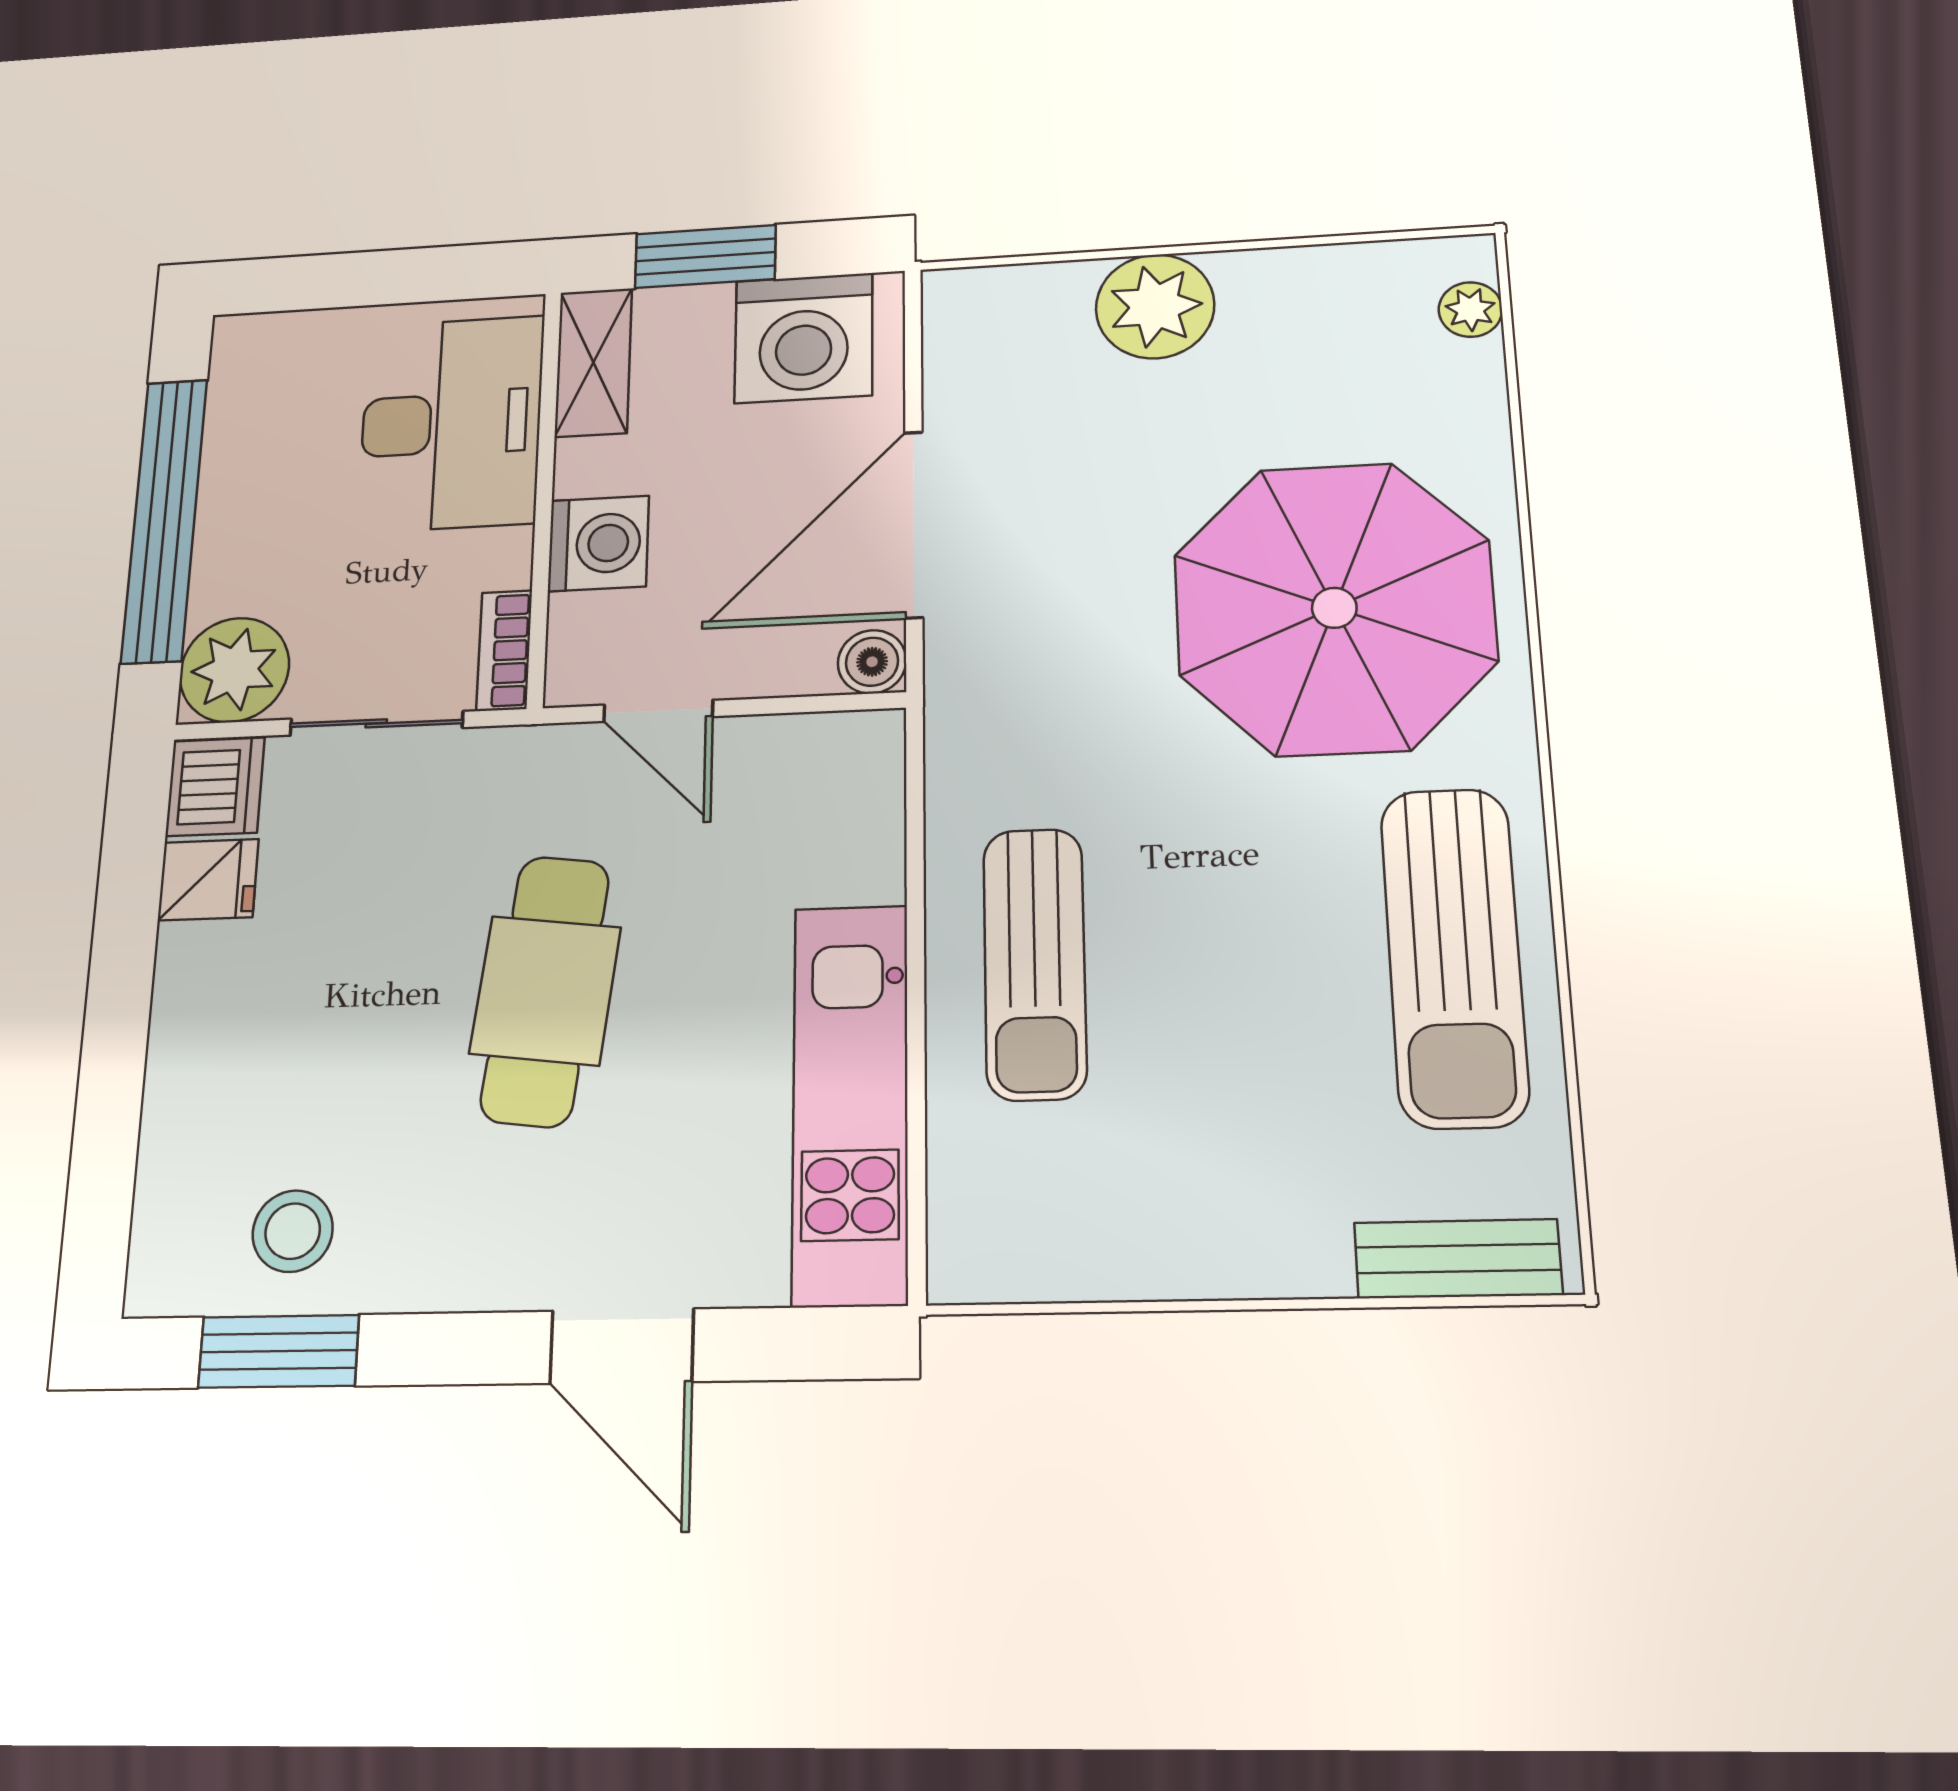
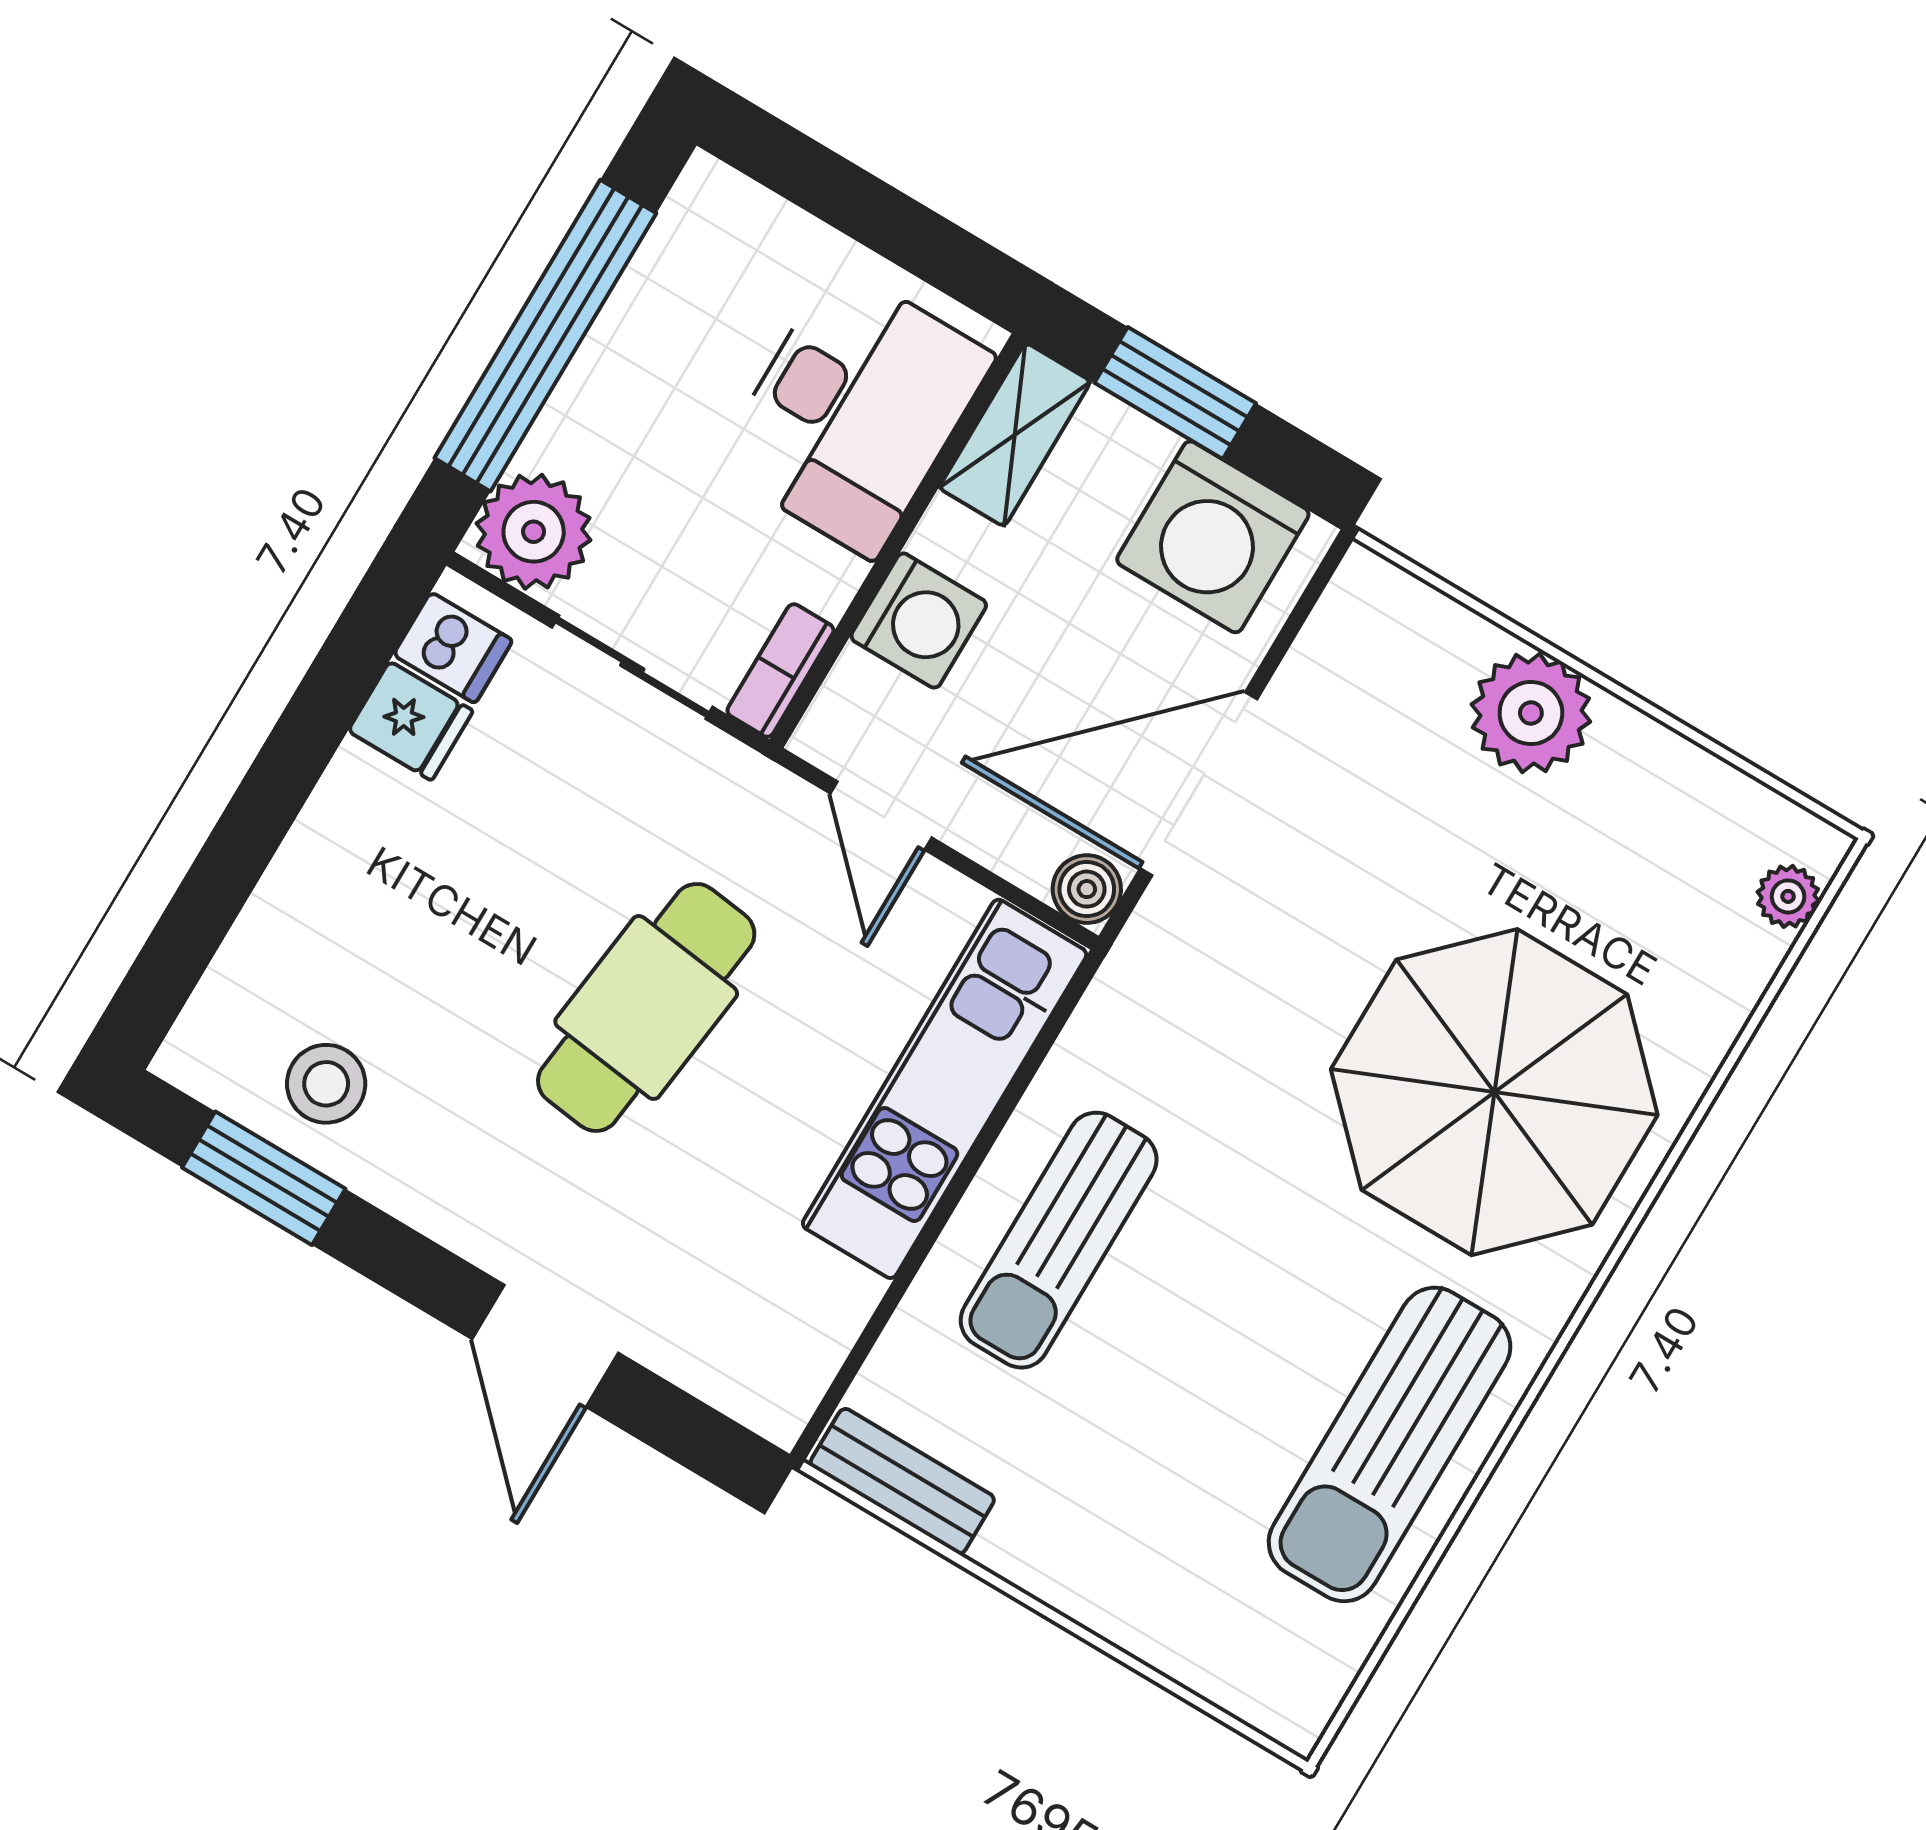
dishwasher: (215, 787) -> (453, 648), width x0.73
kitchen unit: (850, 1102) -> (945, 1089), moved
bench: (1458, 1259) -> (902, 1481), moved

